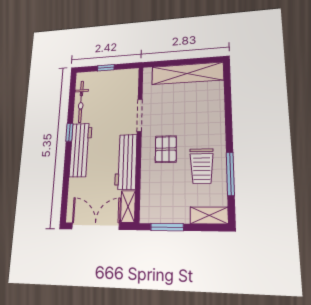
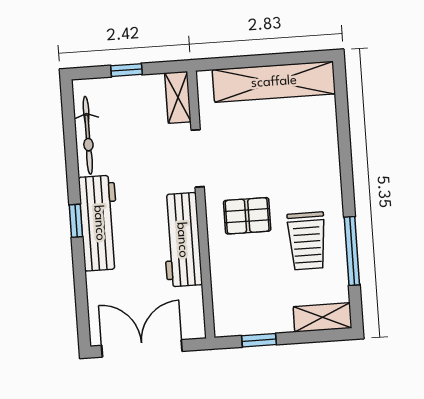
window: (69, 132) -> (76, 221), moved
pallet: (166, 149) -> (247, 216), turned 90
shelving: (128, 207) -> (178, 97), moved
window: (167, 227) -> (259, 340), width x0.67

